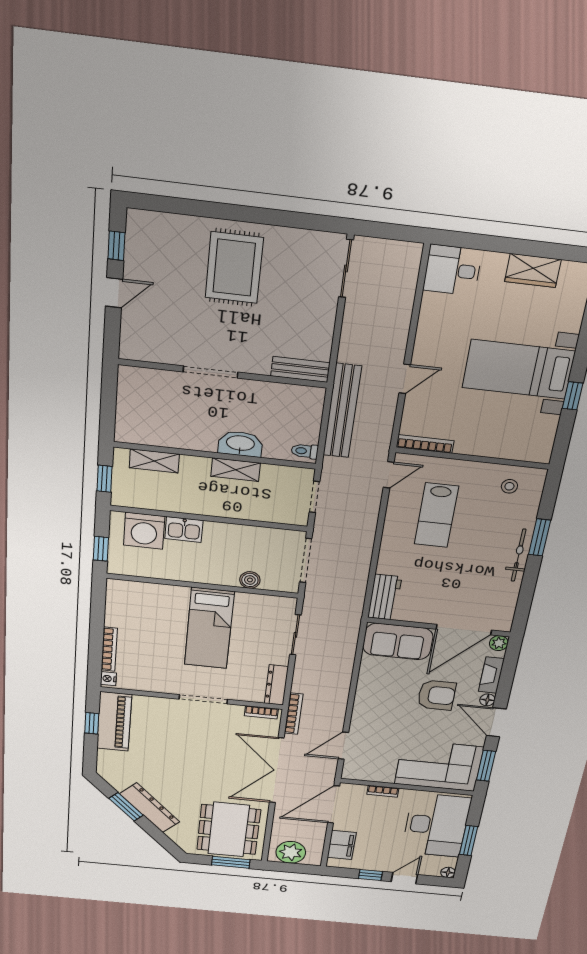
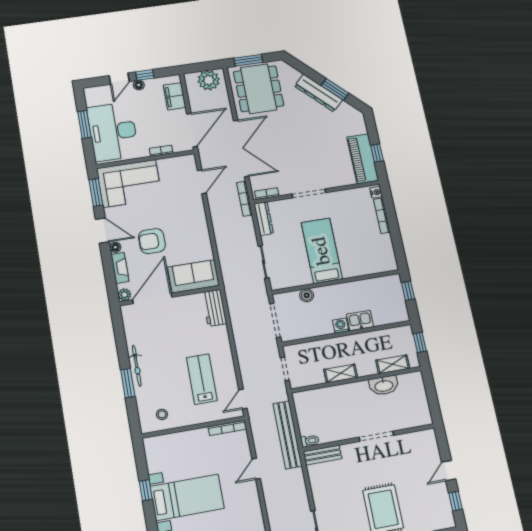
washbasin: (240, 444) -> (384, 385), moved
toilet: (305, 451) -> (310, 441), moved
washing machine: (144, 531) -> (341, 326), moved, width x0.53, depth x0.53
floor lamp: (448, 872) -> (139, 85), moved

